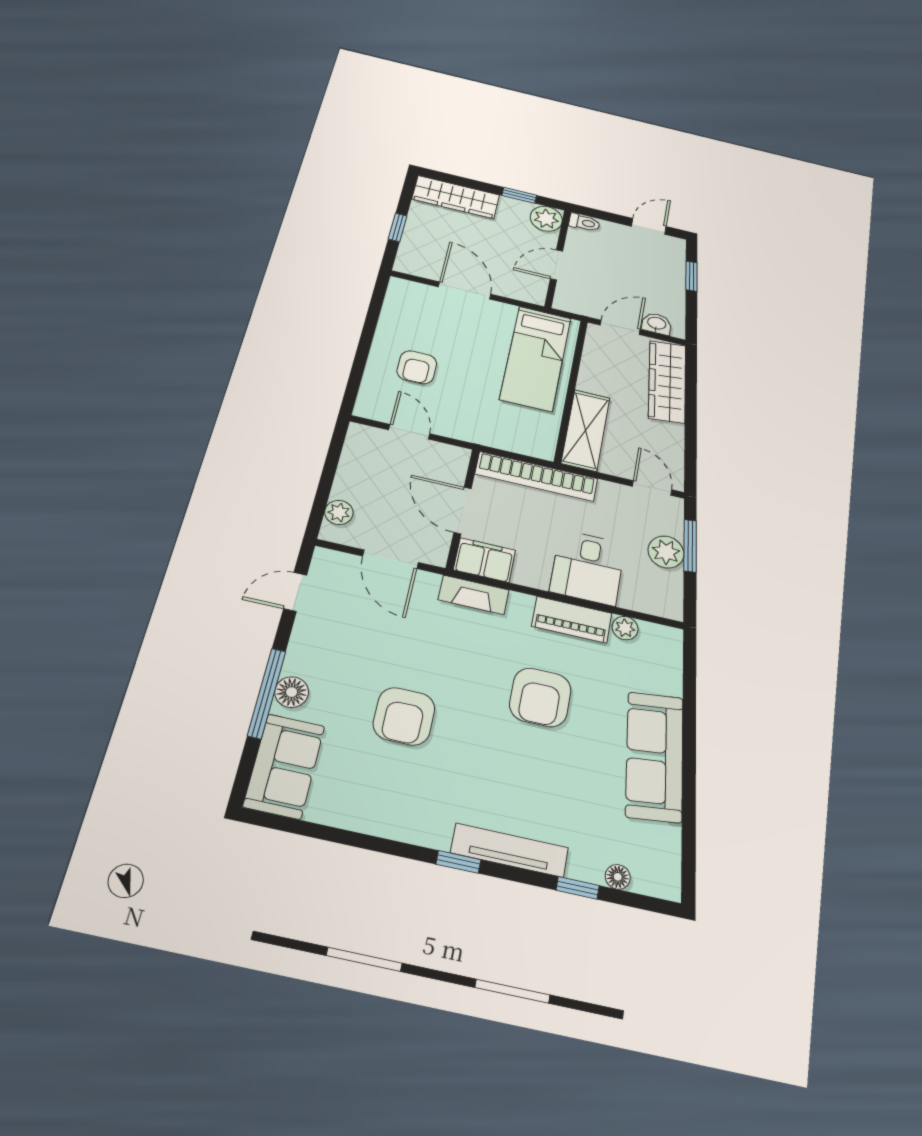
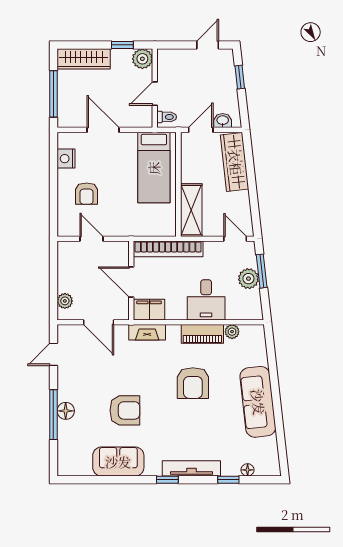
toilet: (584, 223) -> (167, 117), moved
window: (398, 227) -> (53, 94), width x2.17
nightstand: (395, 313) -> (66, 159), added
armchair: (404, 716) -> (125, 410), turned -90
sofa: (284, 766) -> (118, 462), moved, turned -90

